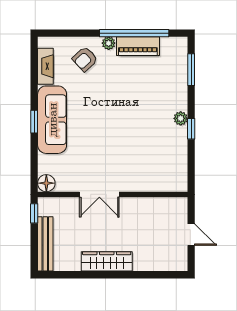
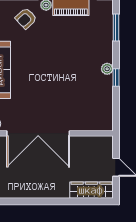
double door: (99, 194) -> (38, 133), width x1.87
wardrobe: (107, 261) -> (91, 190), moved

